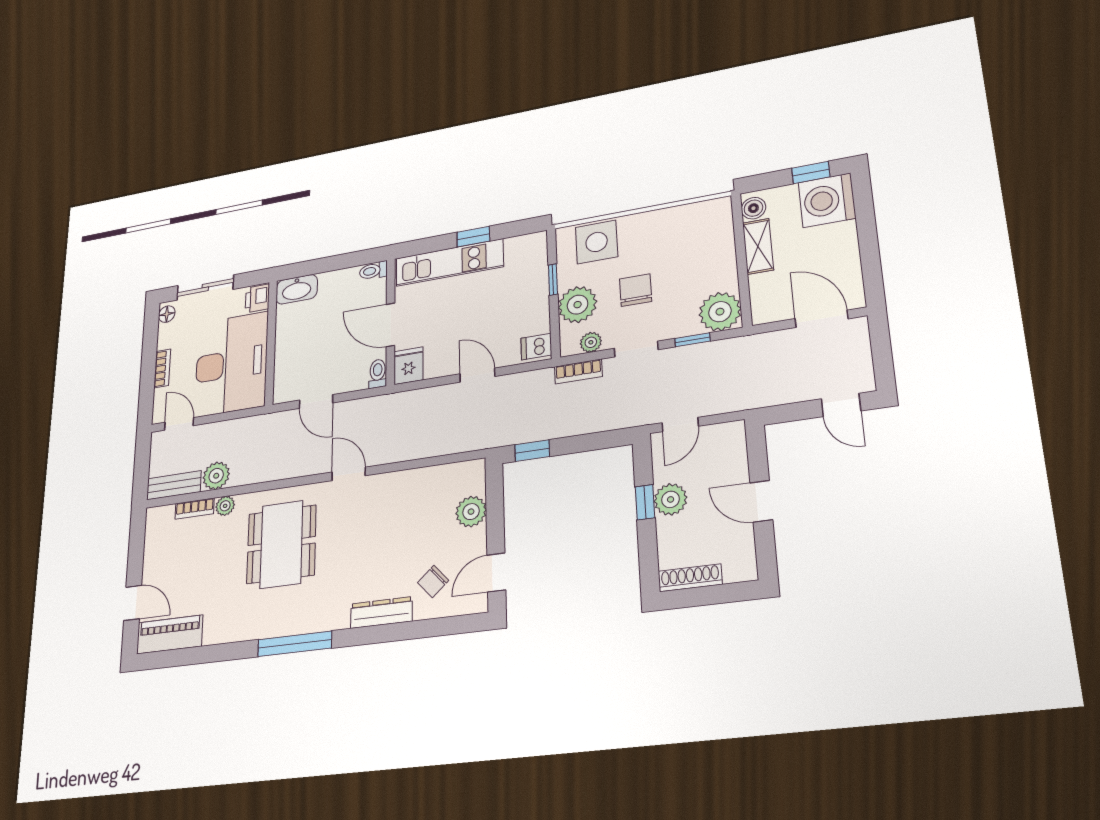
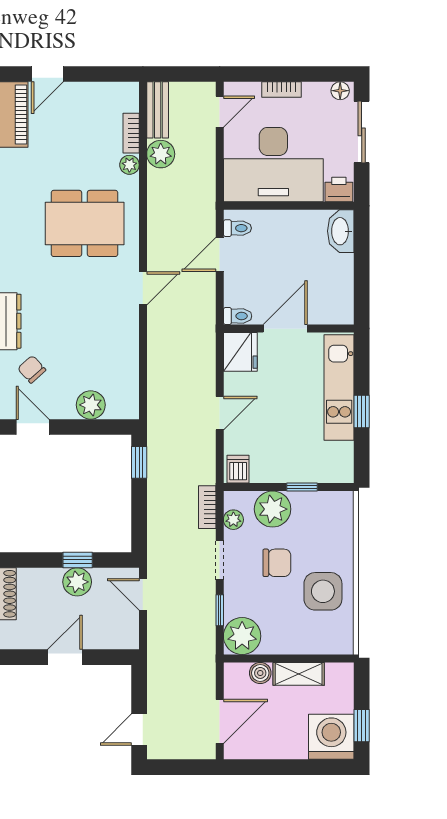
boiler: (753, 208) -> (260, 673), moved
side table: (597, 242) -> (323, 591), moved
toilet: (373, 271) -> (237, 228), moved, turned 90
fridge: (408, 366) -> (240, 352), width x1.38

